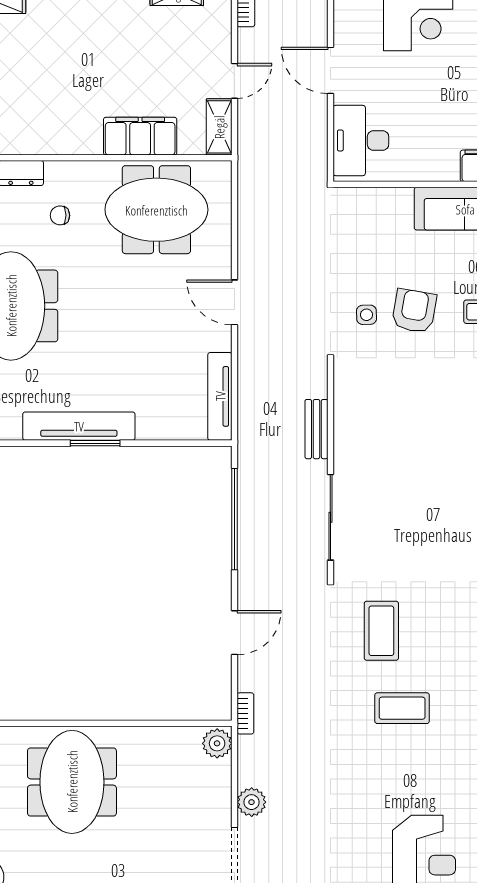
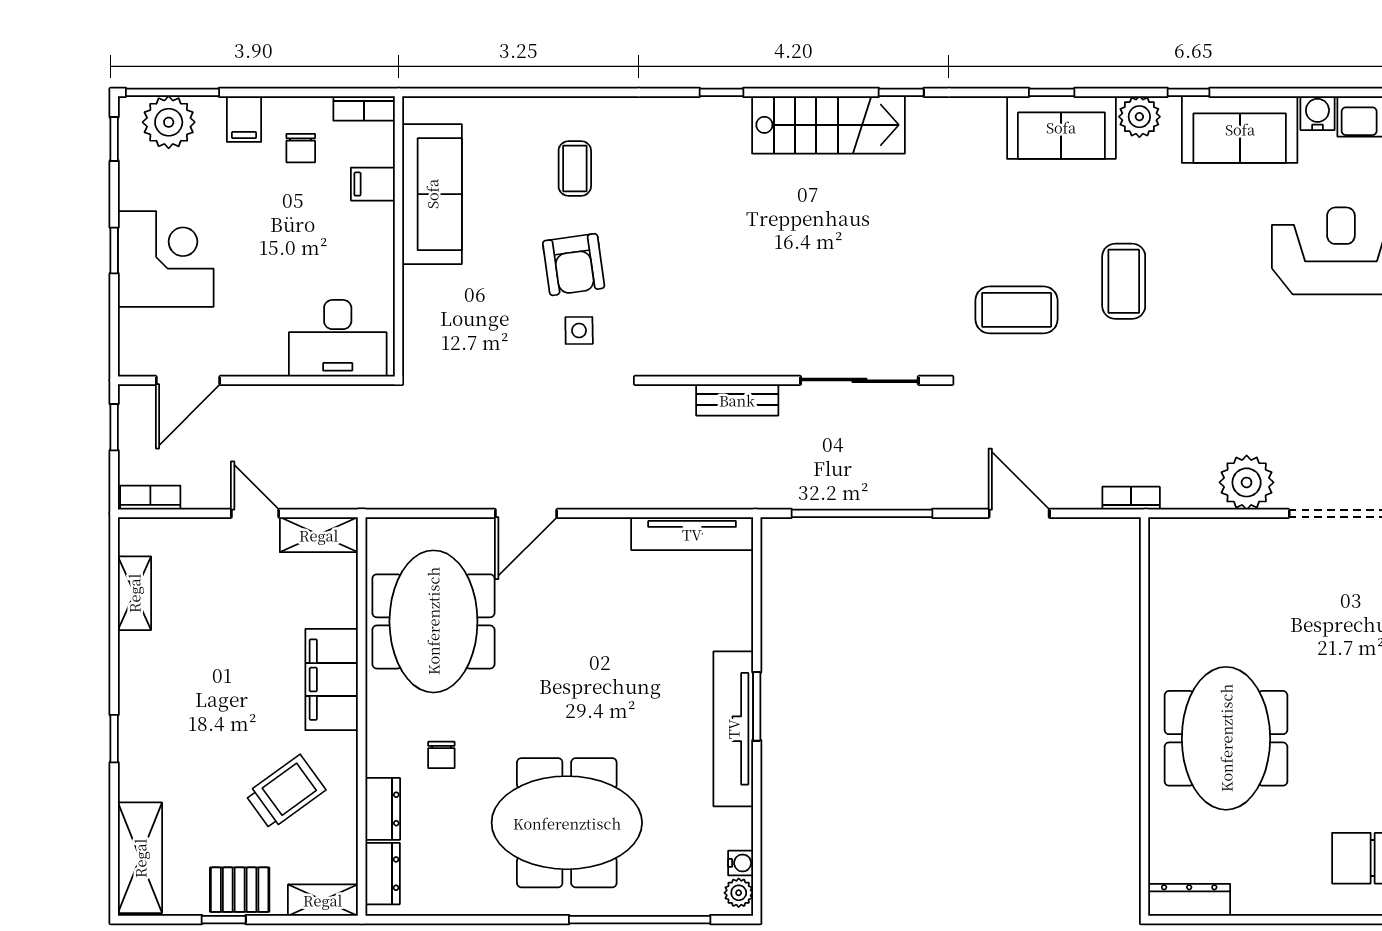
door: (330, 70) -> (188, 380), moved
trolley: (33, 103) -> (285, 792), added
filing cabinet: (140, 136) -> (332, 680), moved
door: (234, 302) -> (526, 513), moved
armchair: (414, 311) -> (574, 265), turned -108
plant: (217, 743) -> (1172, 537), removed
meeting table: (72, 782) -> (1226, 738), turned 90
plant: (252, 802) -> (1247, 482), width x1.36, depth x1.36

